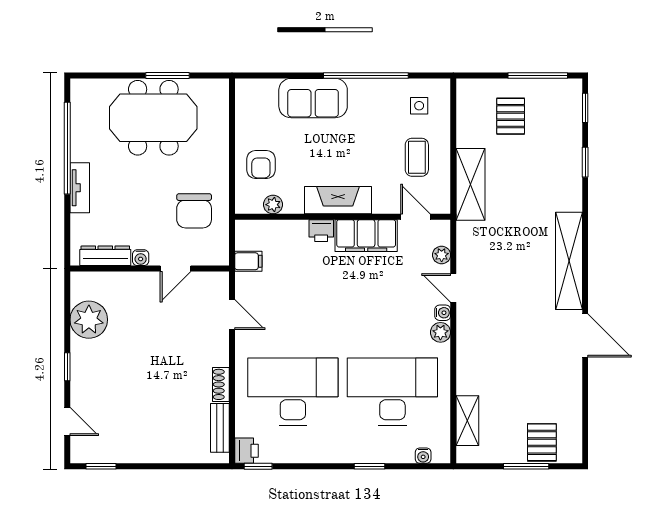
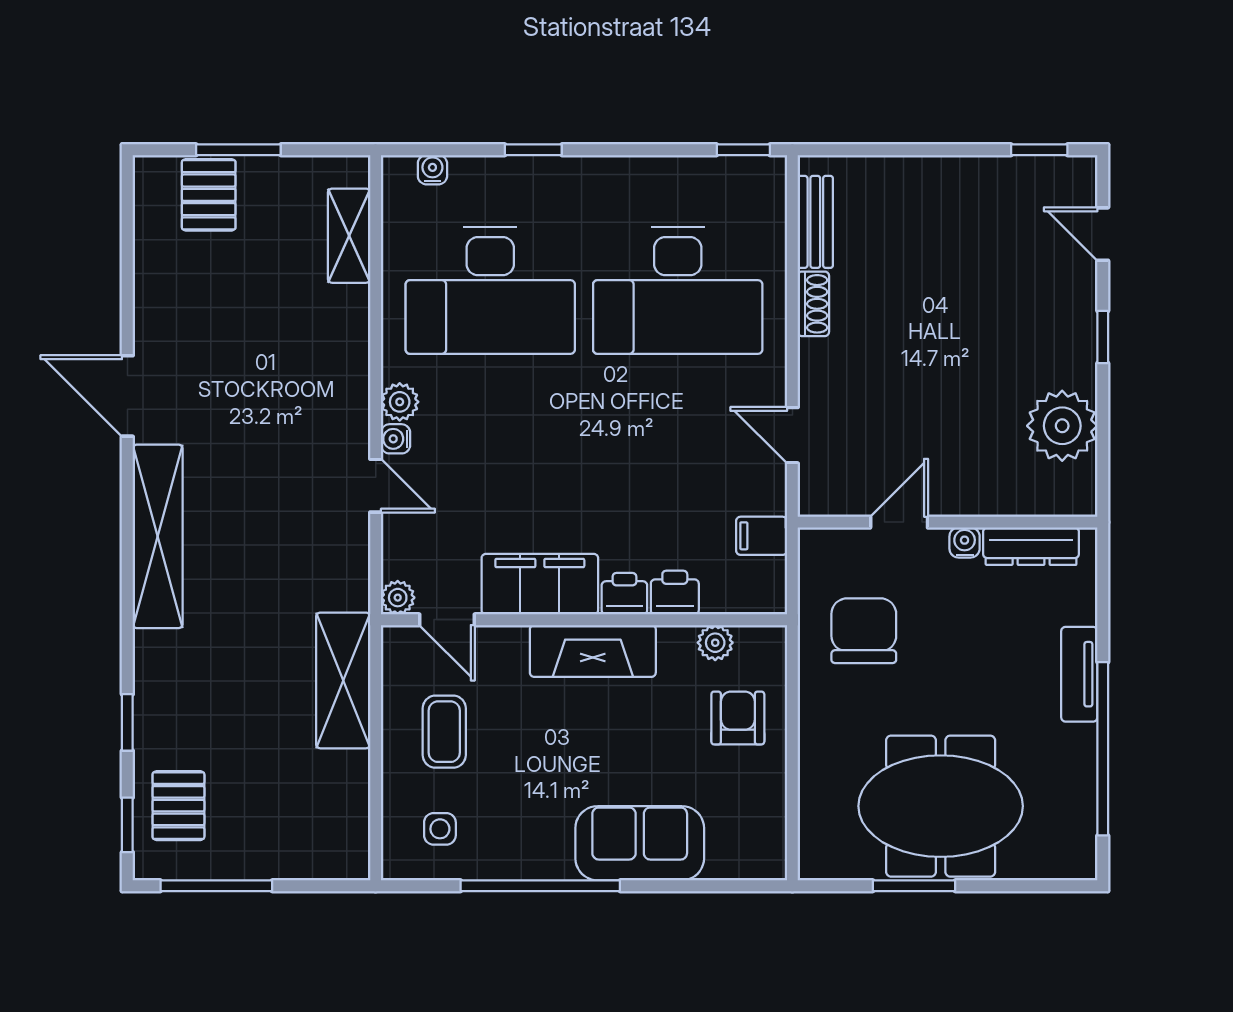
pallet: (511, 116) -> (178, 806), moved
plant: (442, 255) -> (398, 598), moved
printer: (246, 451) -> (675, 593), moved, turned 90

